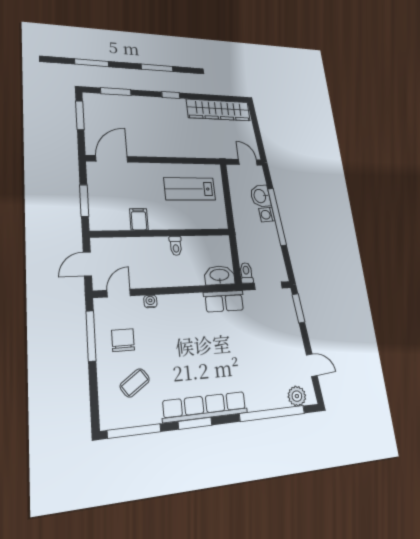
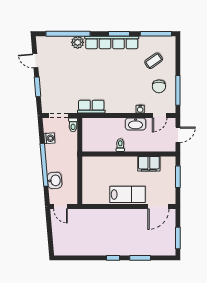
window: (116, 92) -> (140, 258), moved
wardrobe: (218, 110) -> (78, 248), removed
lab bench: (190, 189) -> (127, 194), moved
washing machine: (267, 215) -> (49, 138), moved
filing cabinet: (139, 219) -> (149, 164), width x2.00
washbasin: (220, 275) -> (136, 124), moved
window: (298, 308) -> (38, 87), moved
plant: (297, 396) -> (78, 42), moved

